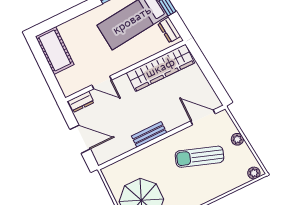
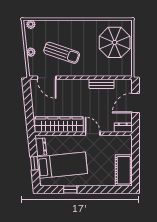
door: (102, 82) -> (93, 134), moved
bench: (149, 134) -> (102, 84), moved
door: (80, 139) -> (136, 103), hinge flipped

